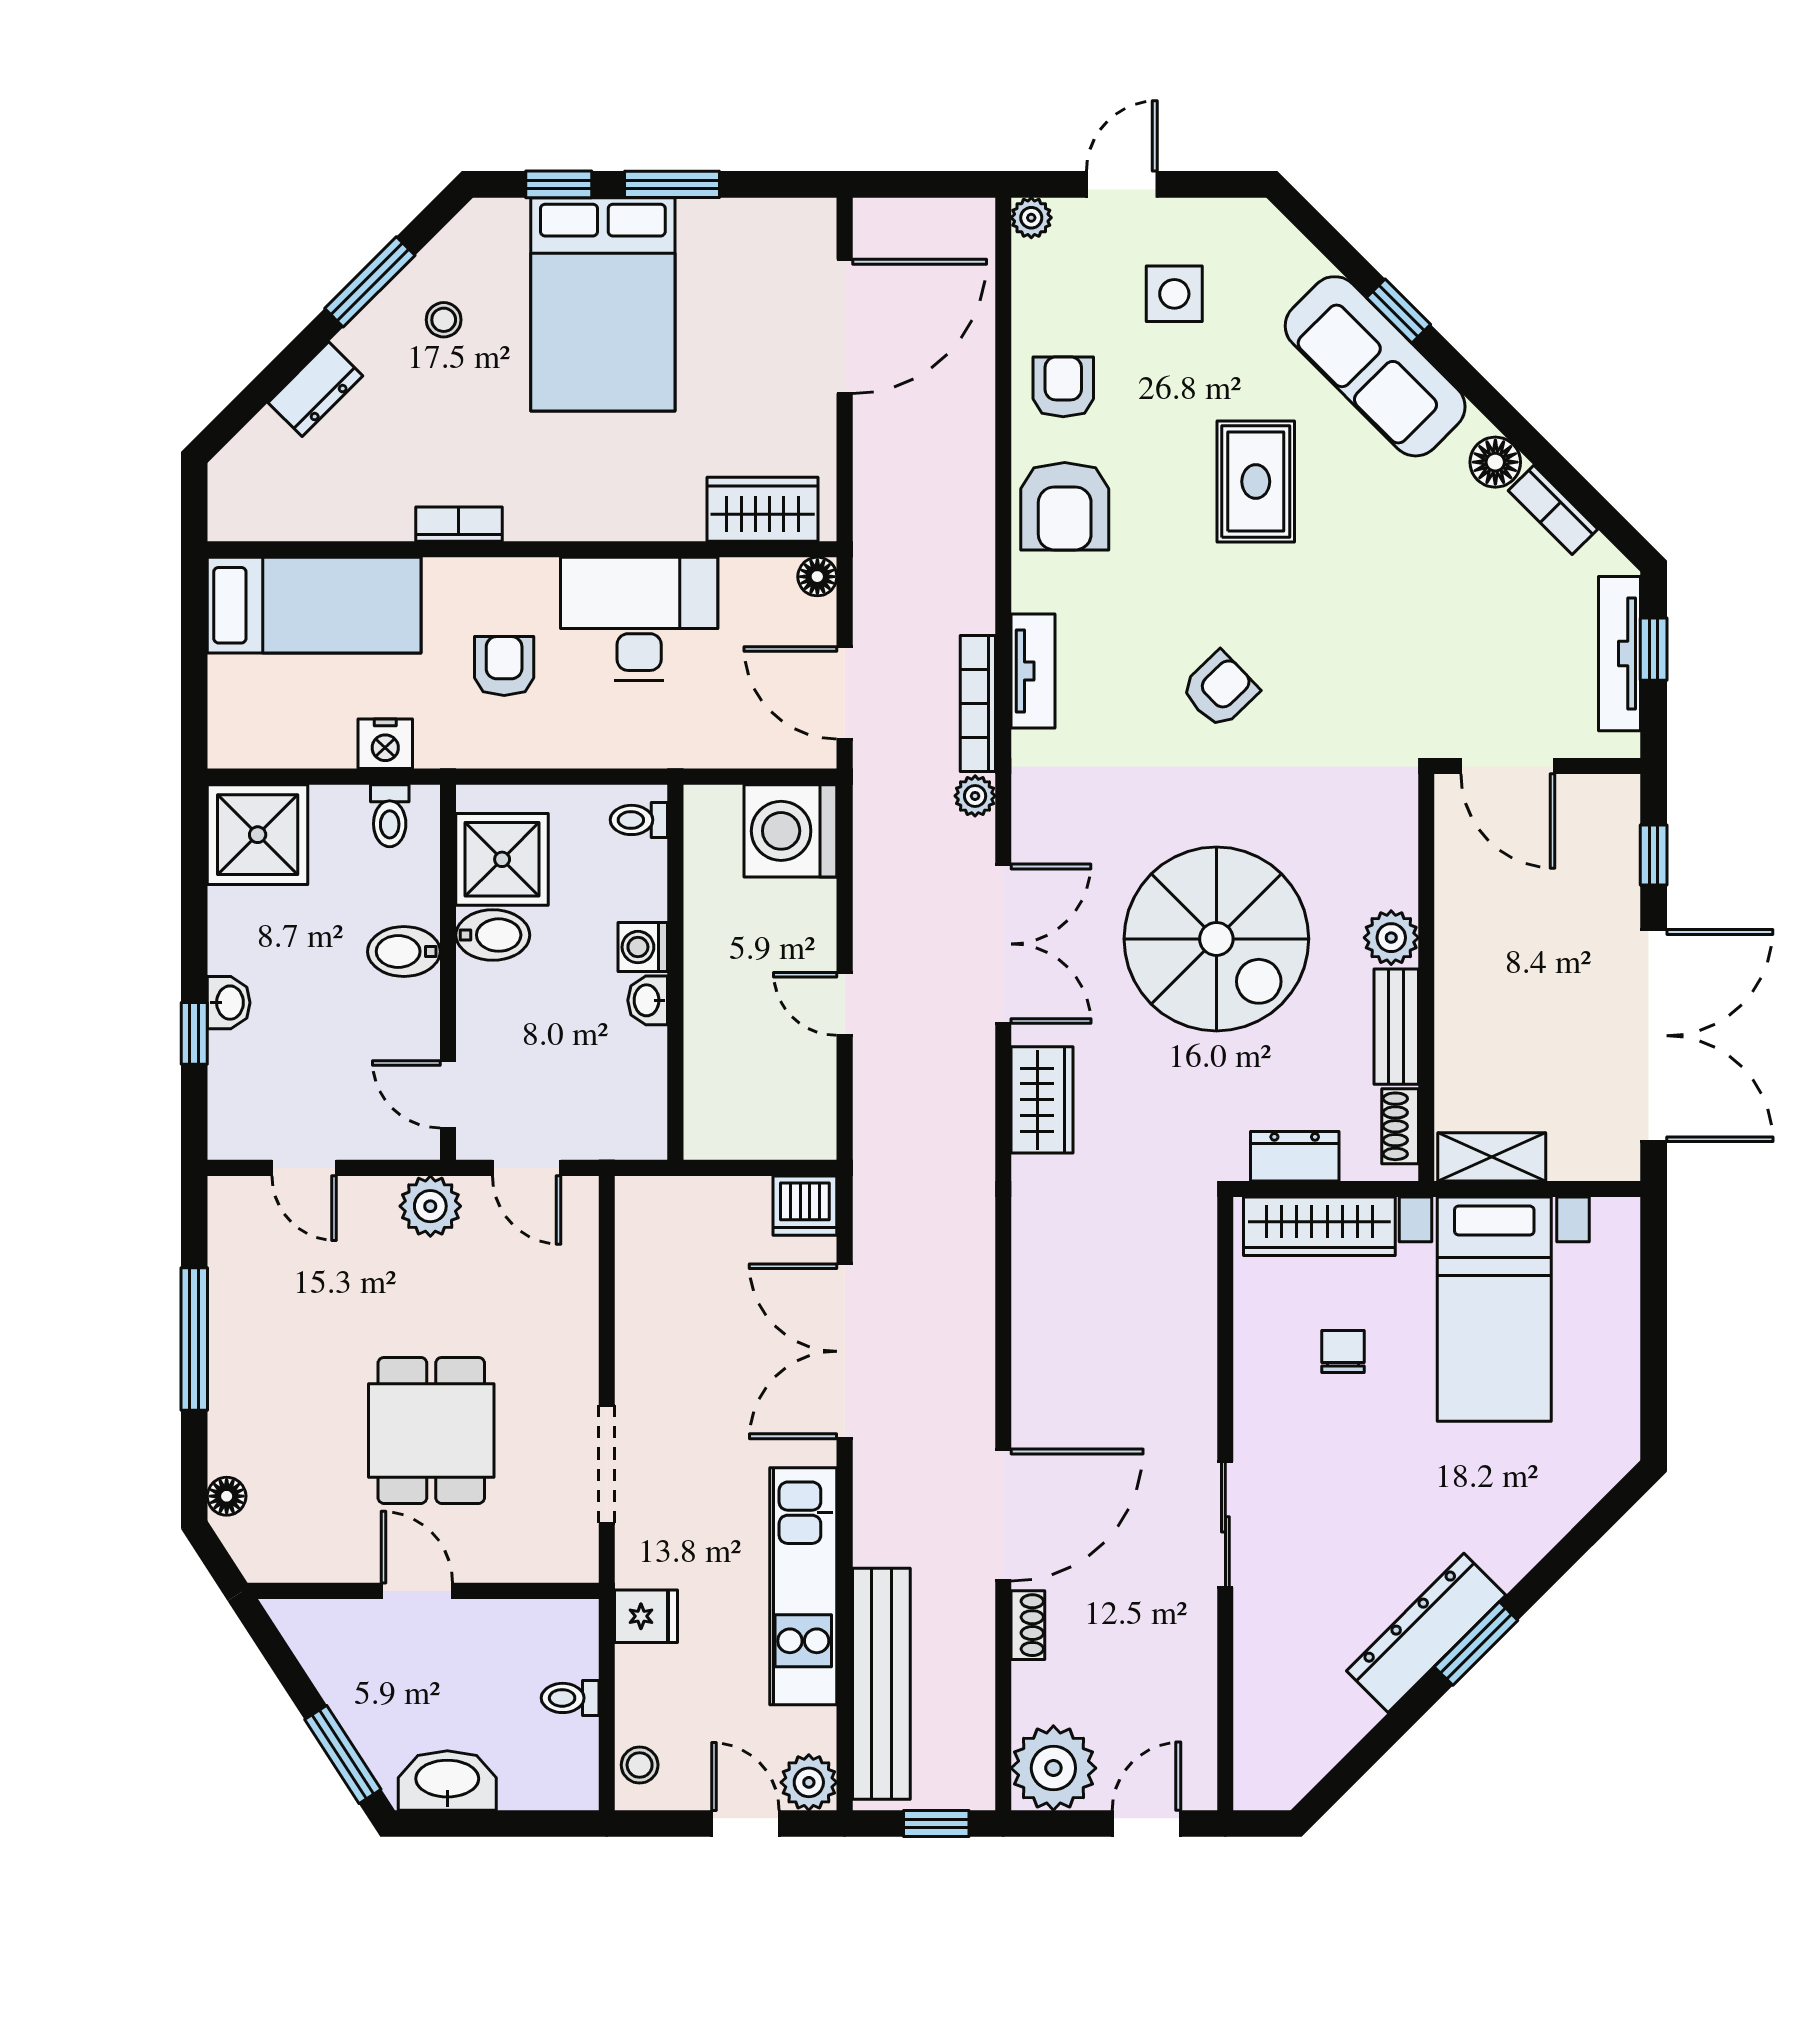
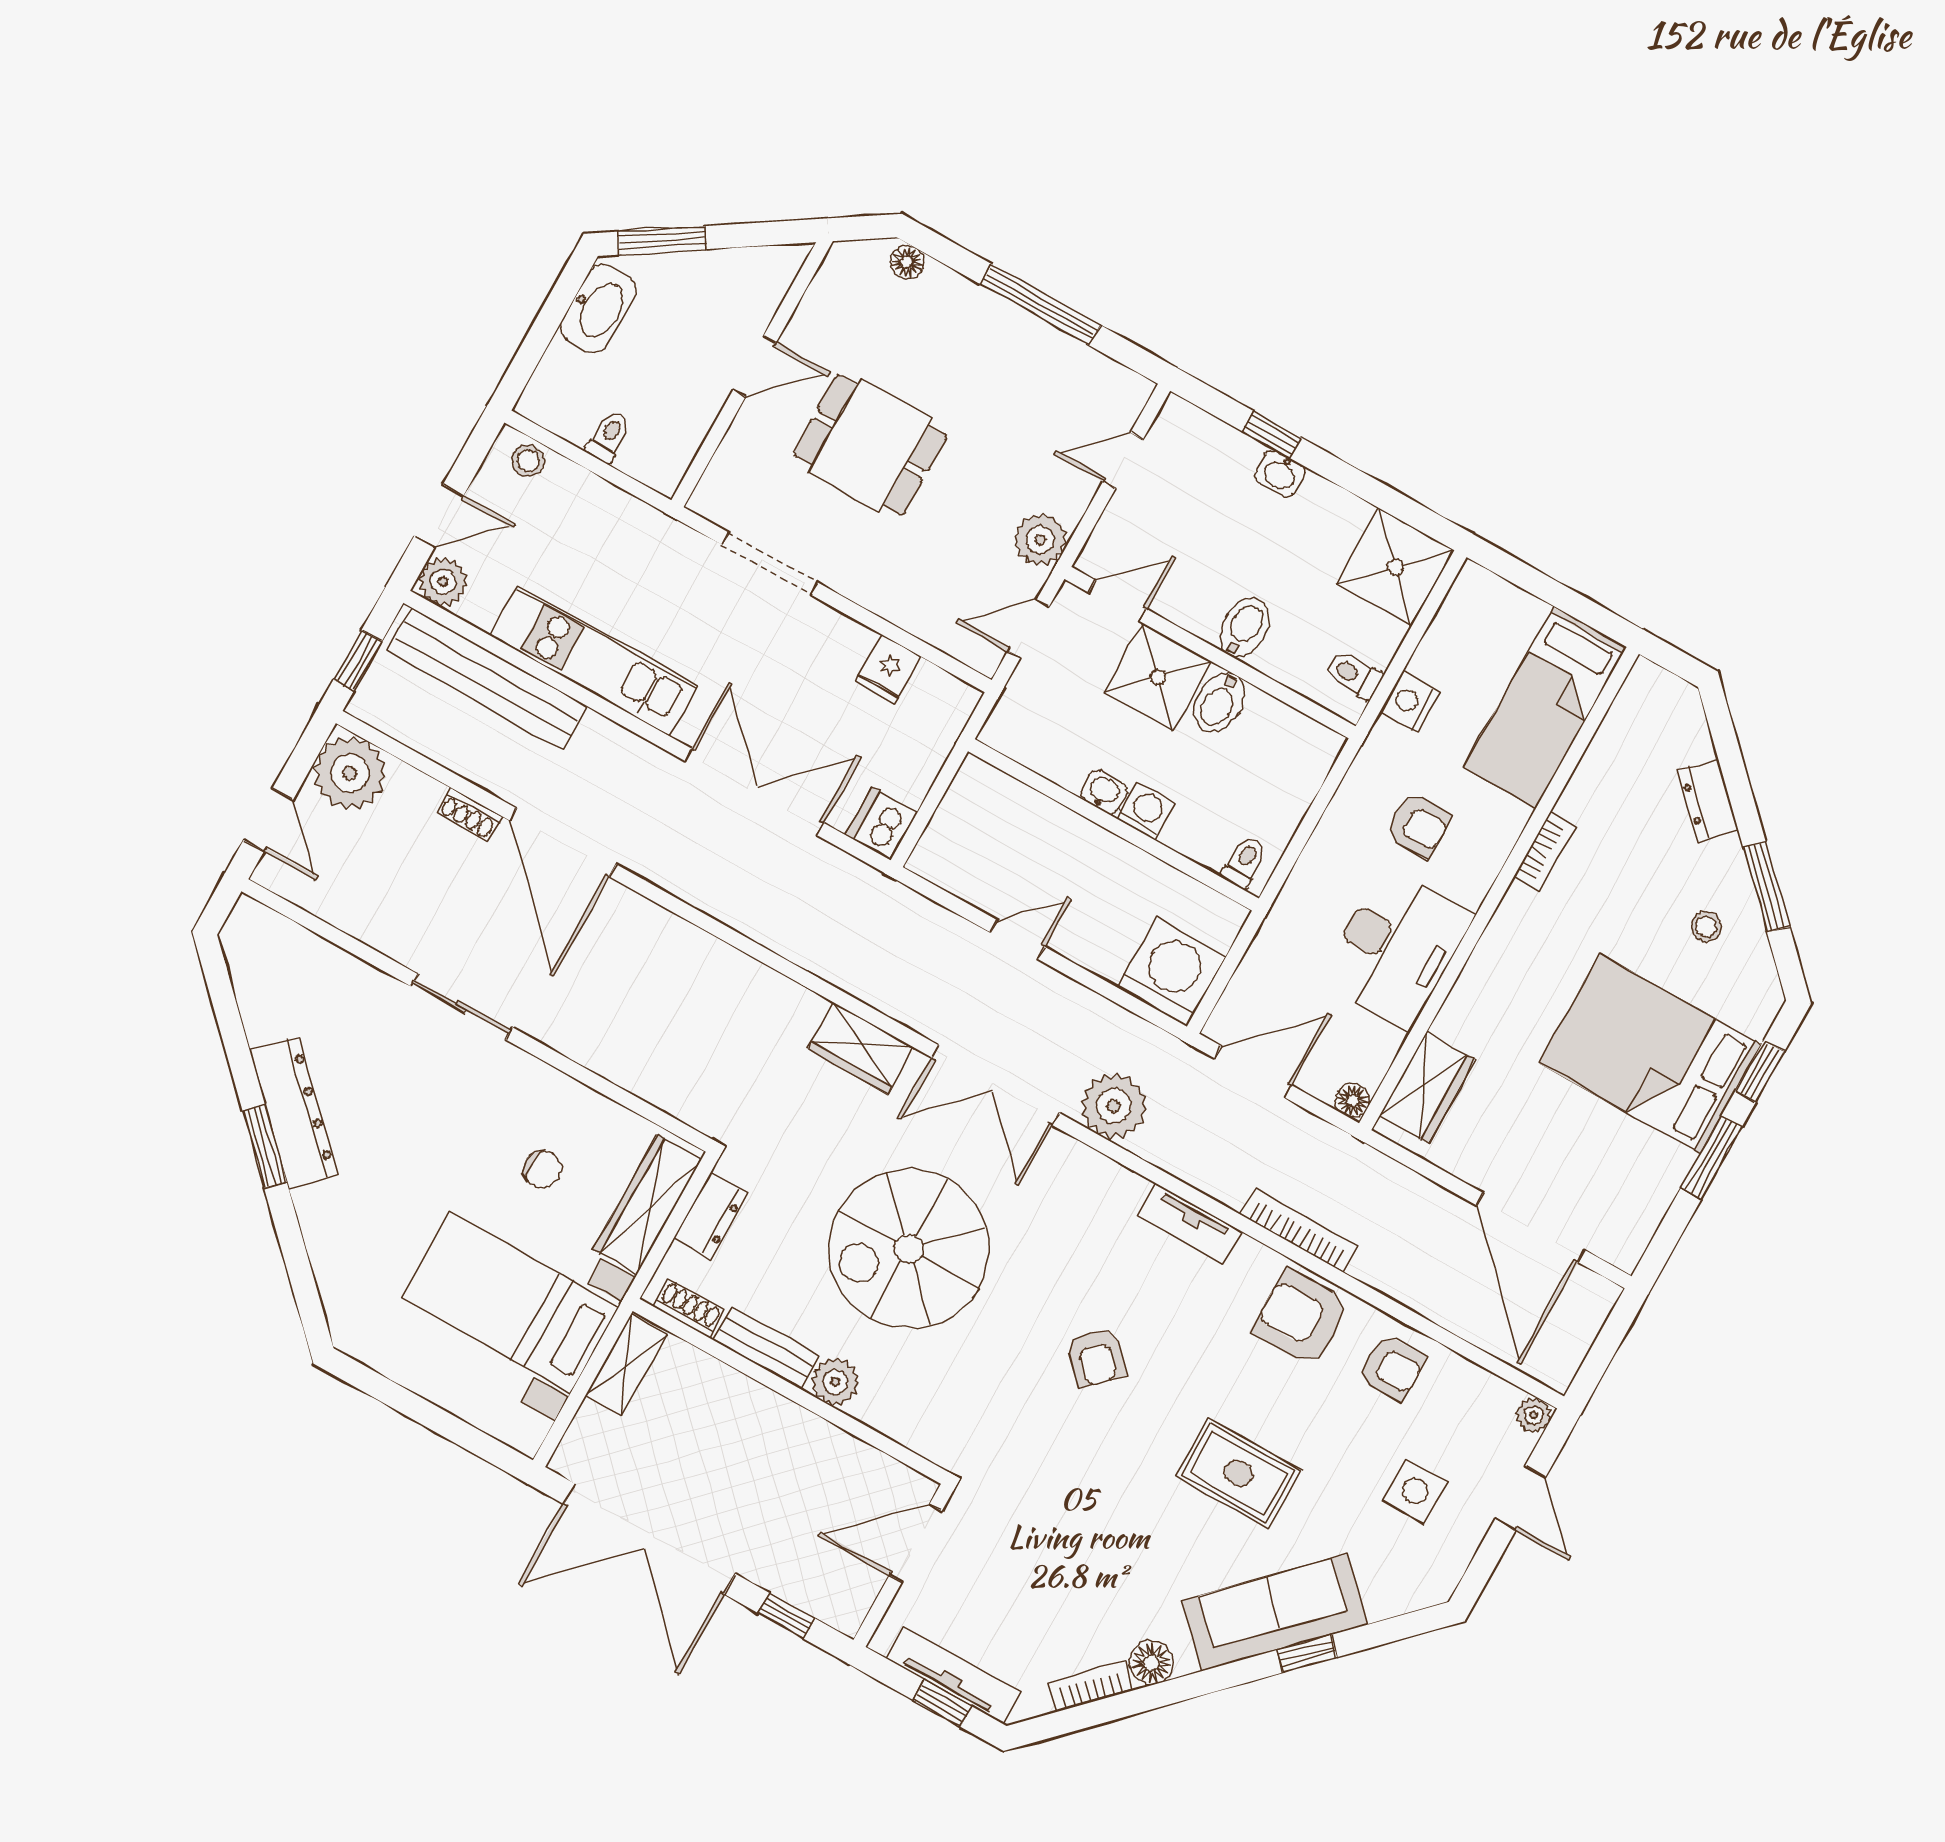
bookcase: (978, 703) -> (1299, 1230), moved
plant: (975, 796) -> (1114, 1106), width x1.88, depth x1.88
shower: (502, 859) -> (1158, 677), moved
fridge: (646, 1616) -> (888, 669), moved

